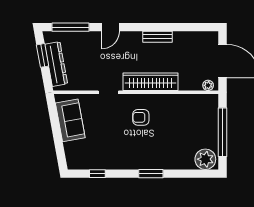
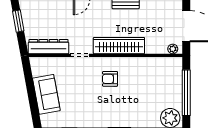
dresser: (56, 64) -> (48, 47), moved, turned -80
sofa: (70, 120) -> (46, 94), moved

